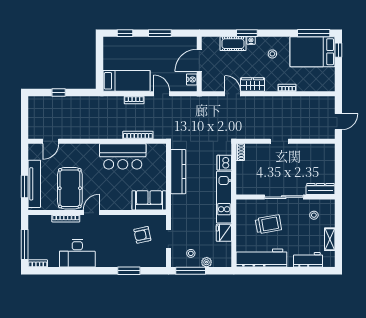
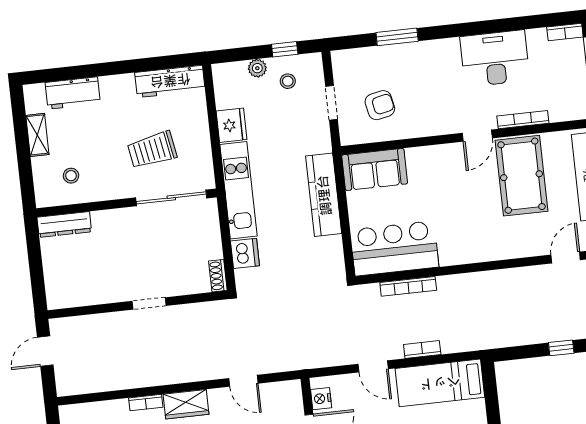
wardrobe: (253, 84) -> (186, 404), moved
bar counter: (123, 156) -> (394, 248), moved
kitchen counter: (178, 172) -> (324, 195), moved
sliding door: (284, 197) -> (171, 198), moved
workbench: (261, 258) -> (170, 81), width x0.73, depth x0.76
window: (191, 271) -> (285, 49), width x0.46

